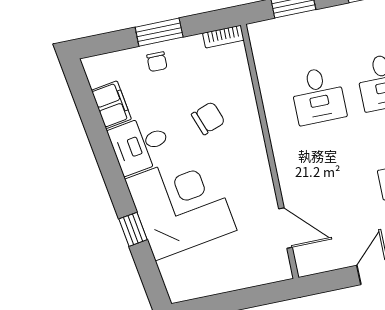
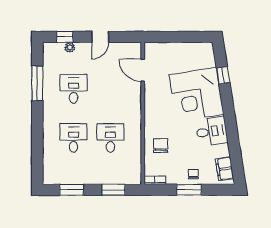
filing cabinet: (111, 105) -> (225, 169), moved
chair: (208, 118) -> (161, 145), moved, turned 110
window: (133, 229) -> (223, 75), moved

